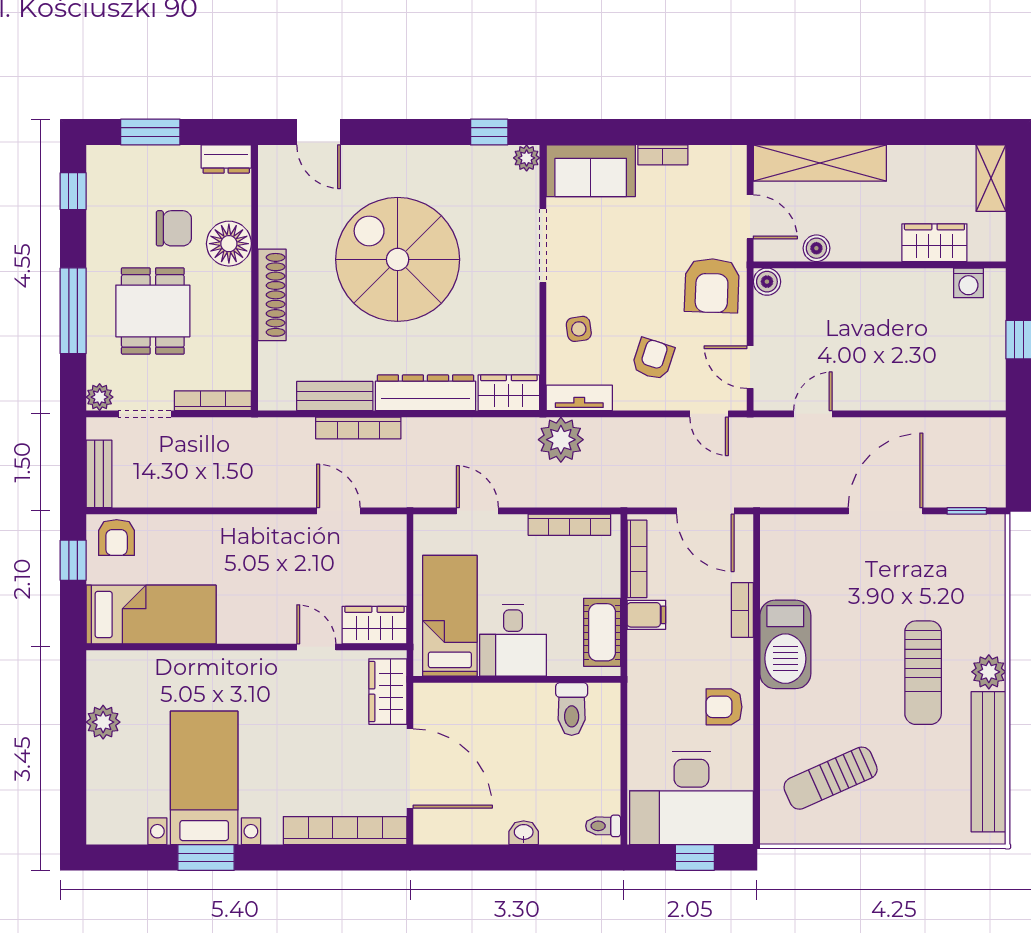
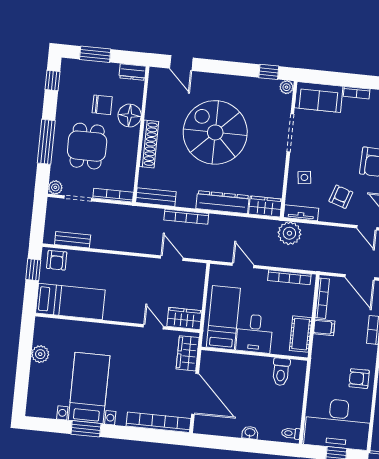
bench: (335, 396) -> (156, 197), moved
bench: (99, 474) -> (73, 240), moved, turned 90

